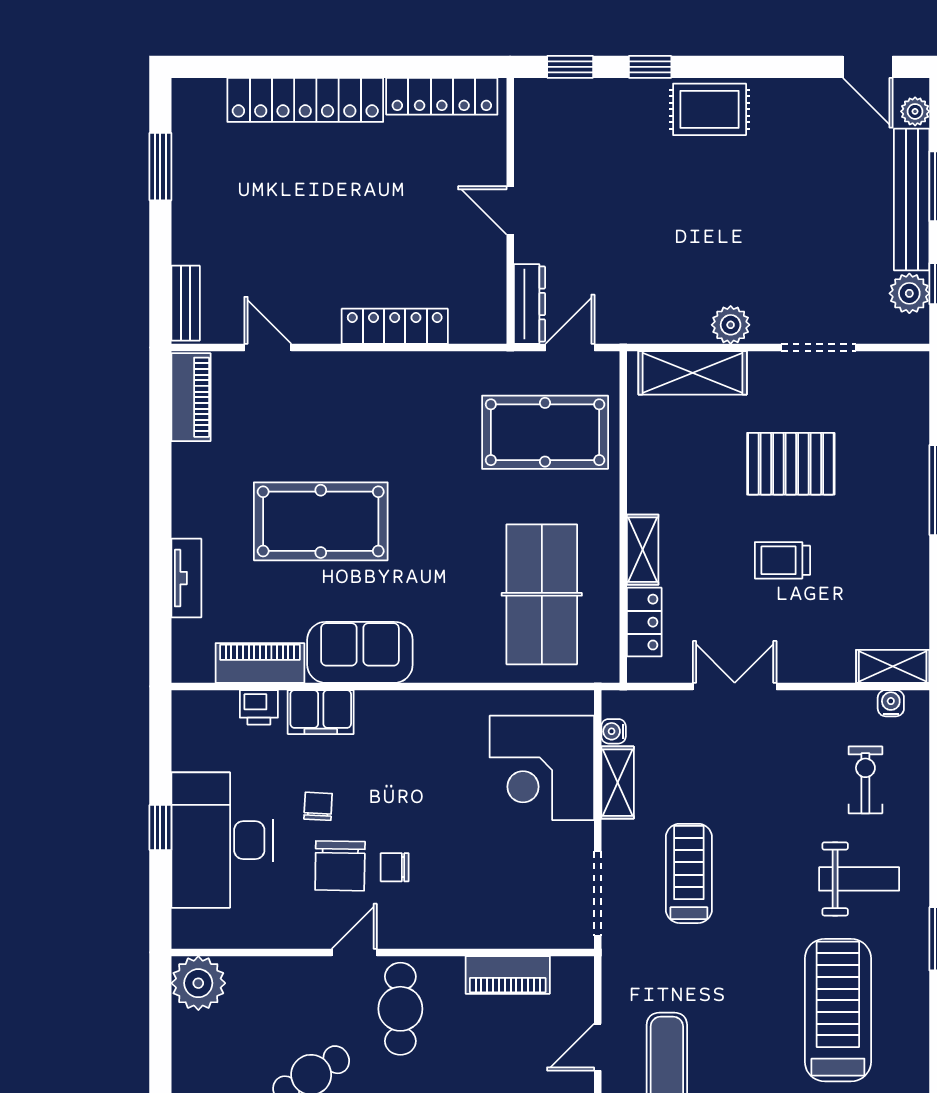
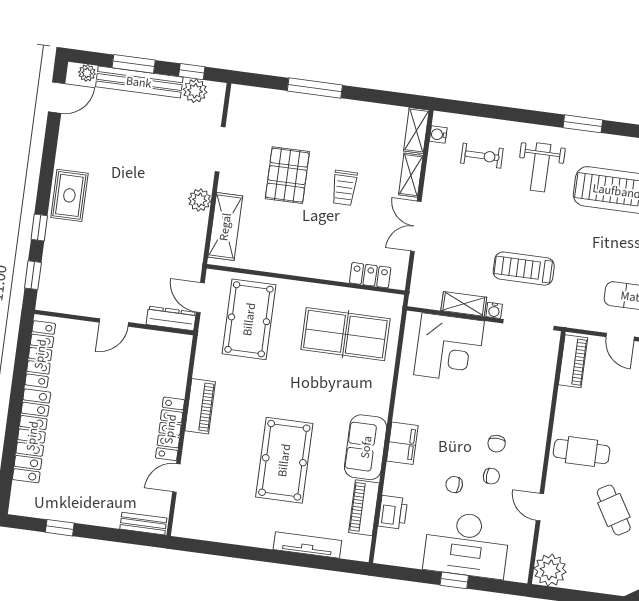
window: (160, 167) -> (60, 528), width x0.67
locker: (395, 326) -> (170, 429), moved
piano: (191, 397) -> (200, 406), moved, turned 90
shelving: (643, 550) -> (411, 175), moved, turned 90
tv unit: (186, 578) -> (307, 545), width x1.41
printer: (259, 707) -> (393, 512), width x1.36, depth x1.24
filing cabinet: (321, 712) -> (402, 443), moved
water cooler: (614, 731) -> (494, 310), moved
exercise bike: (865, 780) -> (482, 156), turned 180
chair: (340, 866) -> (491, 476), width x0.54, depth x0.54
weight bench: (859, 879) -> (541, 167), turned 180
door: (354, 952) -> (540, 507), moved
piano: (508, 975) -> (573, 361), moved

